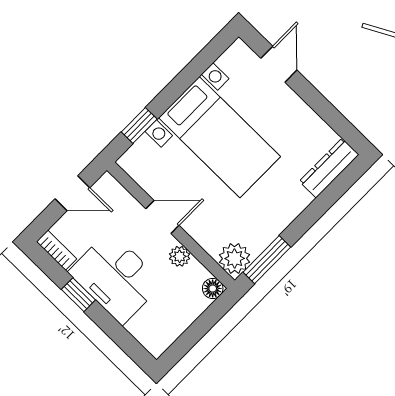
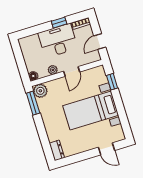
dresser: (329, 168) -> (57, 150), width x0.70

